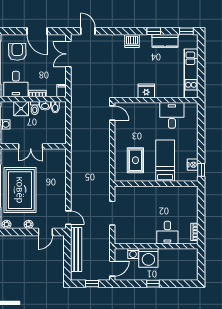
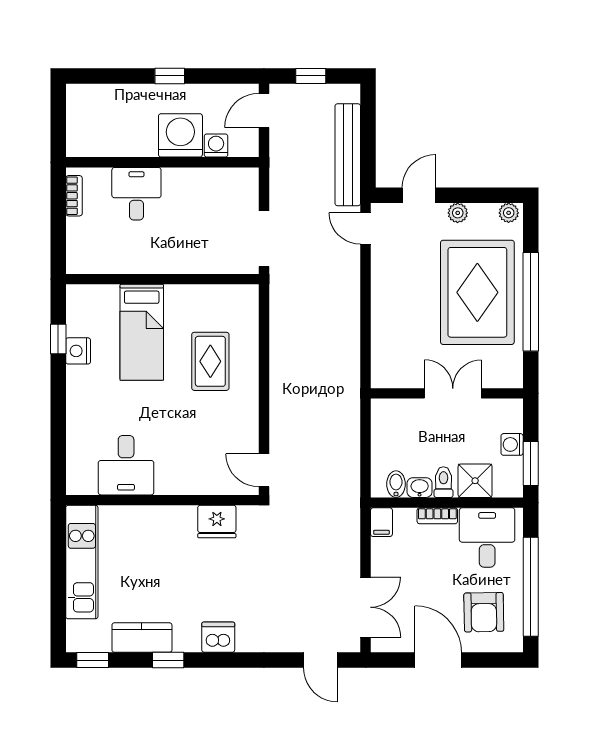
fridge: (146, 91) -> (217, 522), moved
bed: (165, 161) -> (142, 332), moved
wall: (156, 184) -> (162, 279), moved

